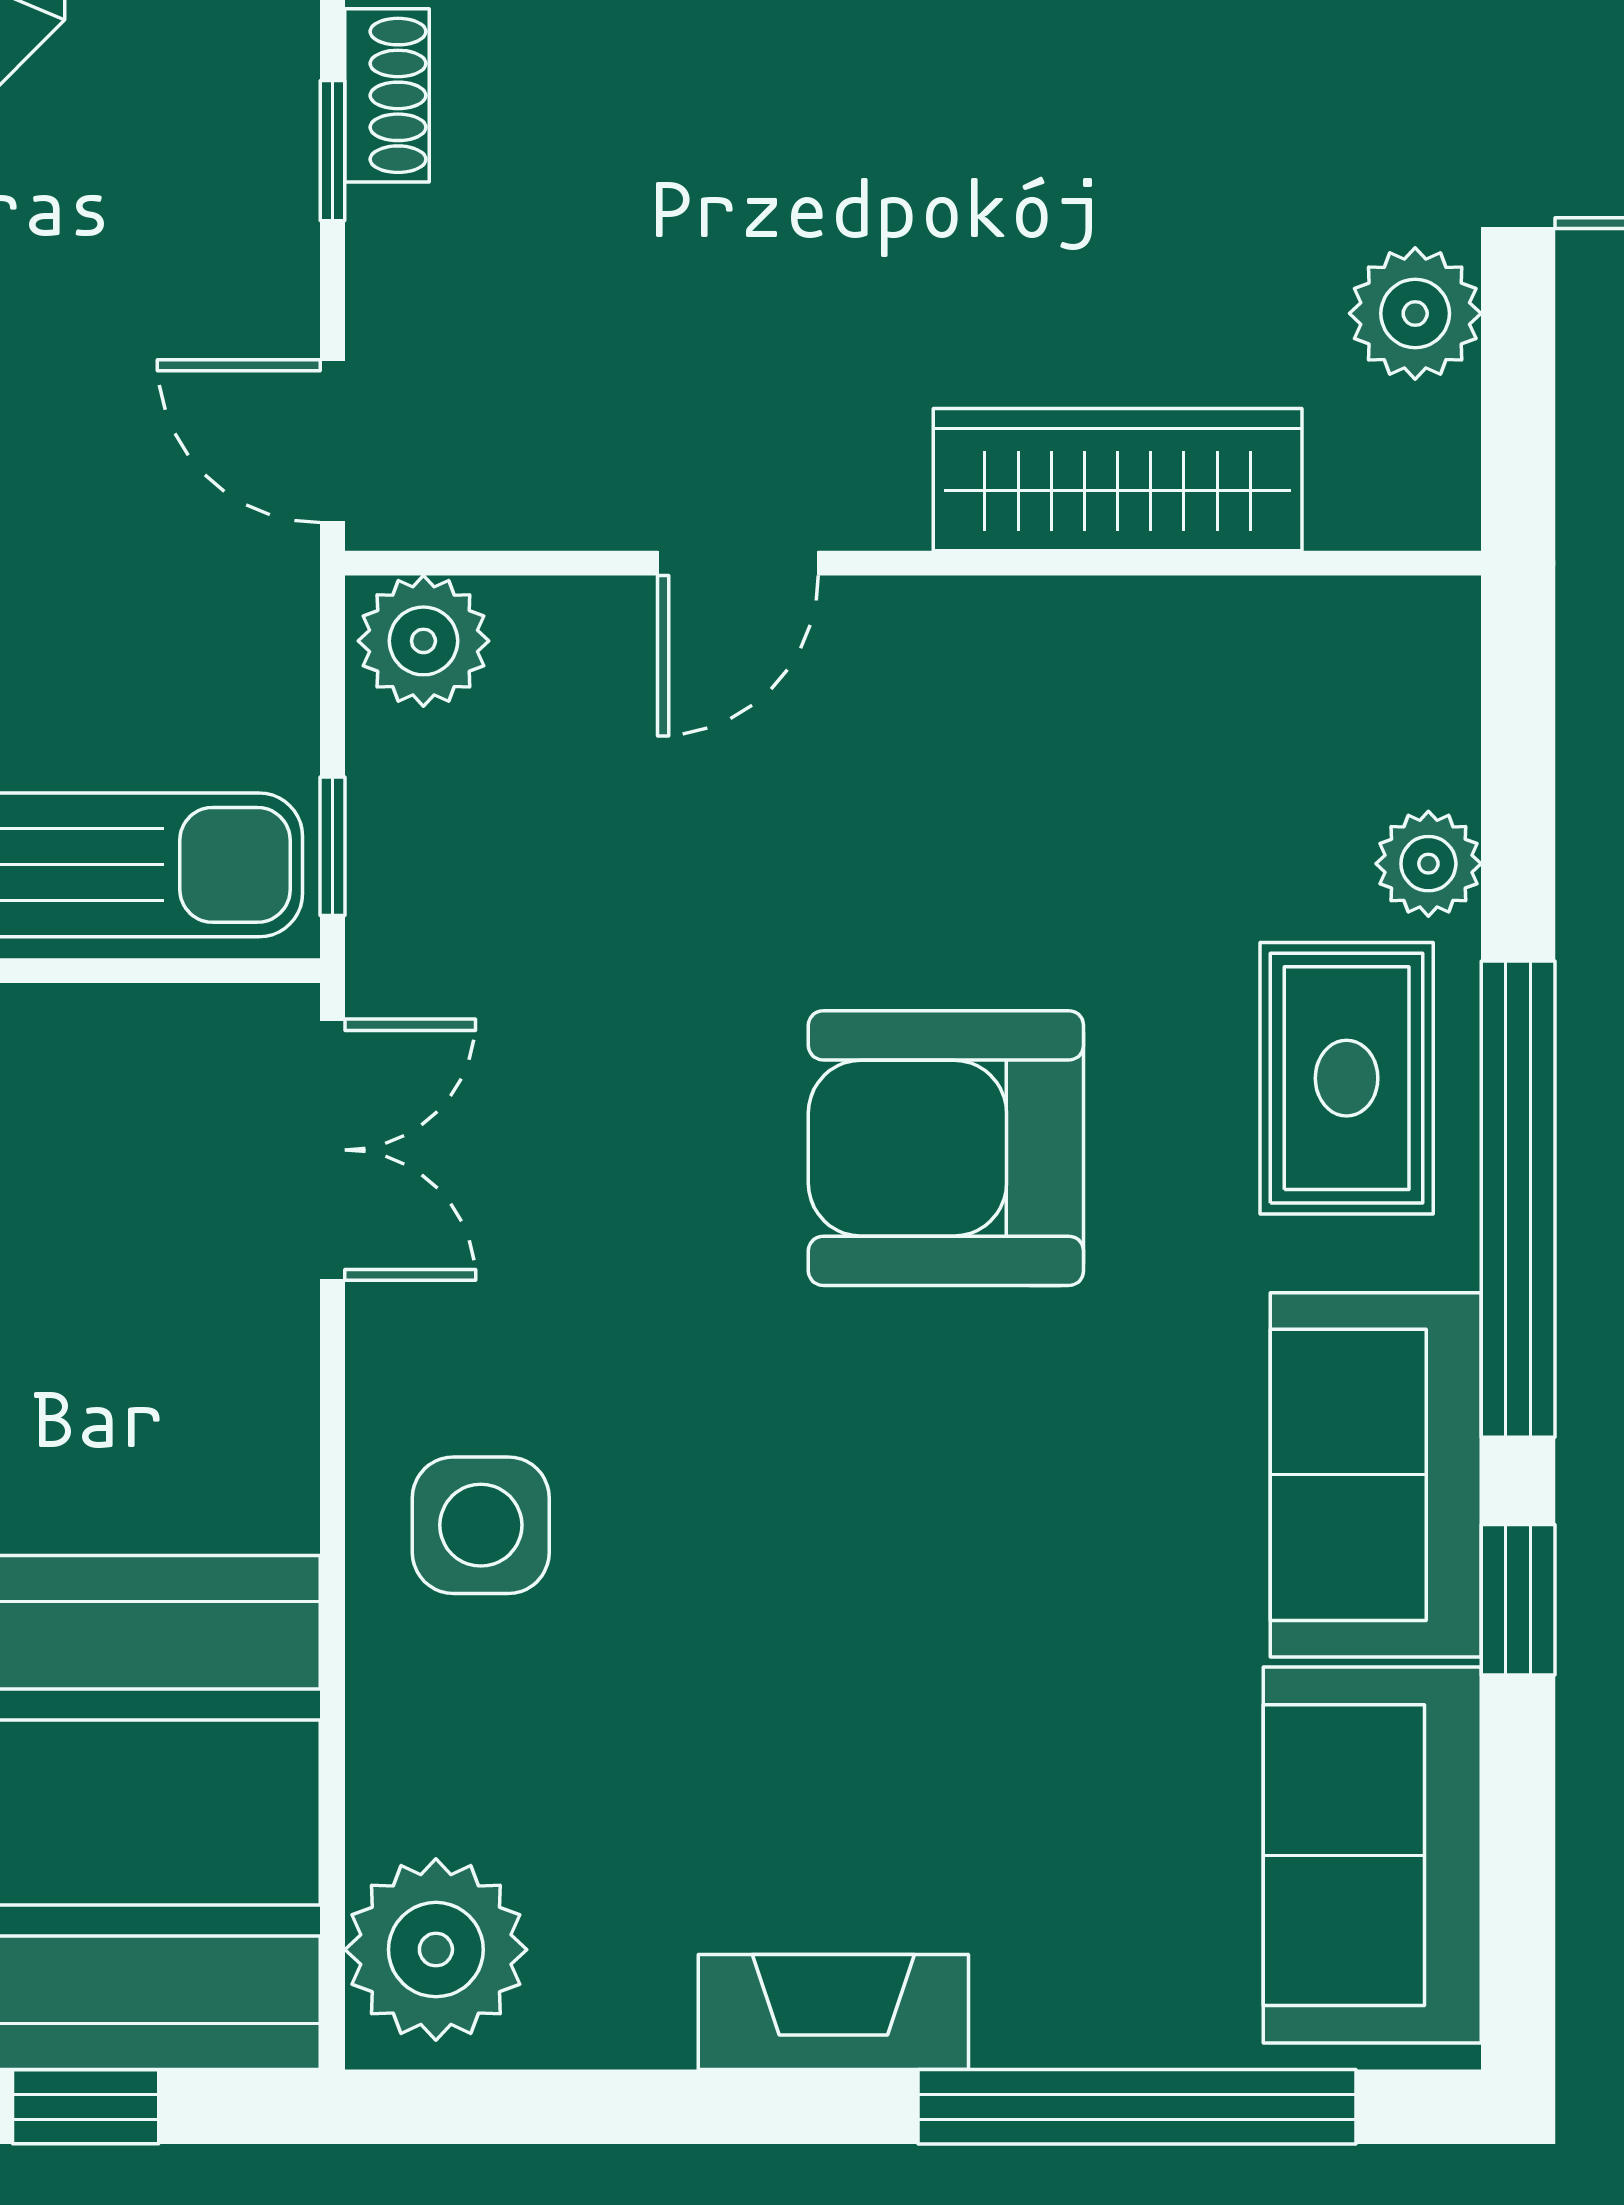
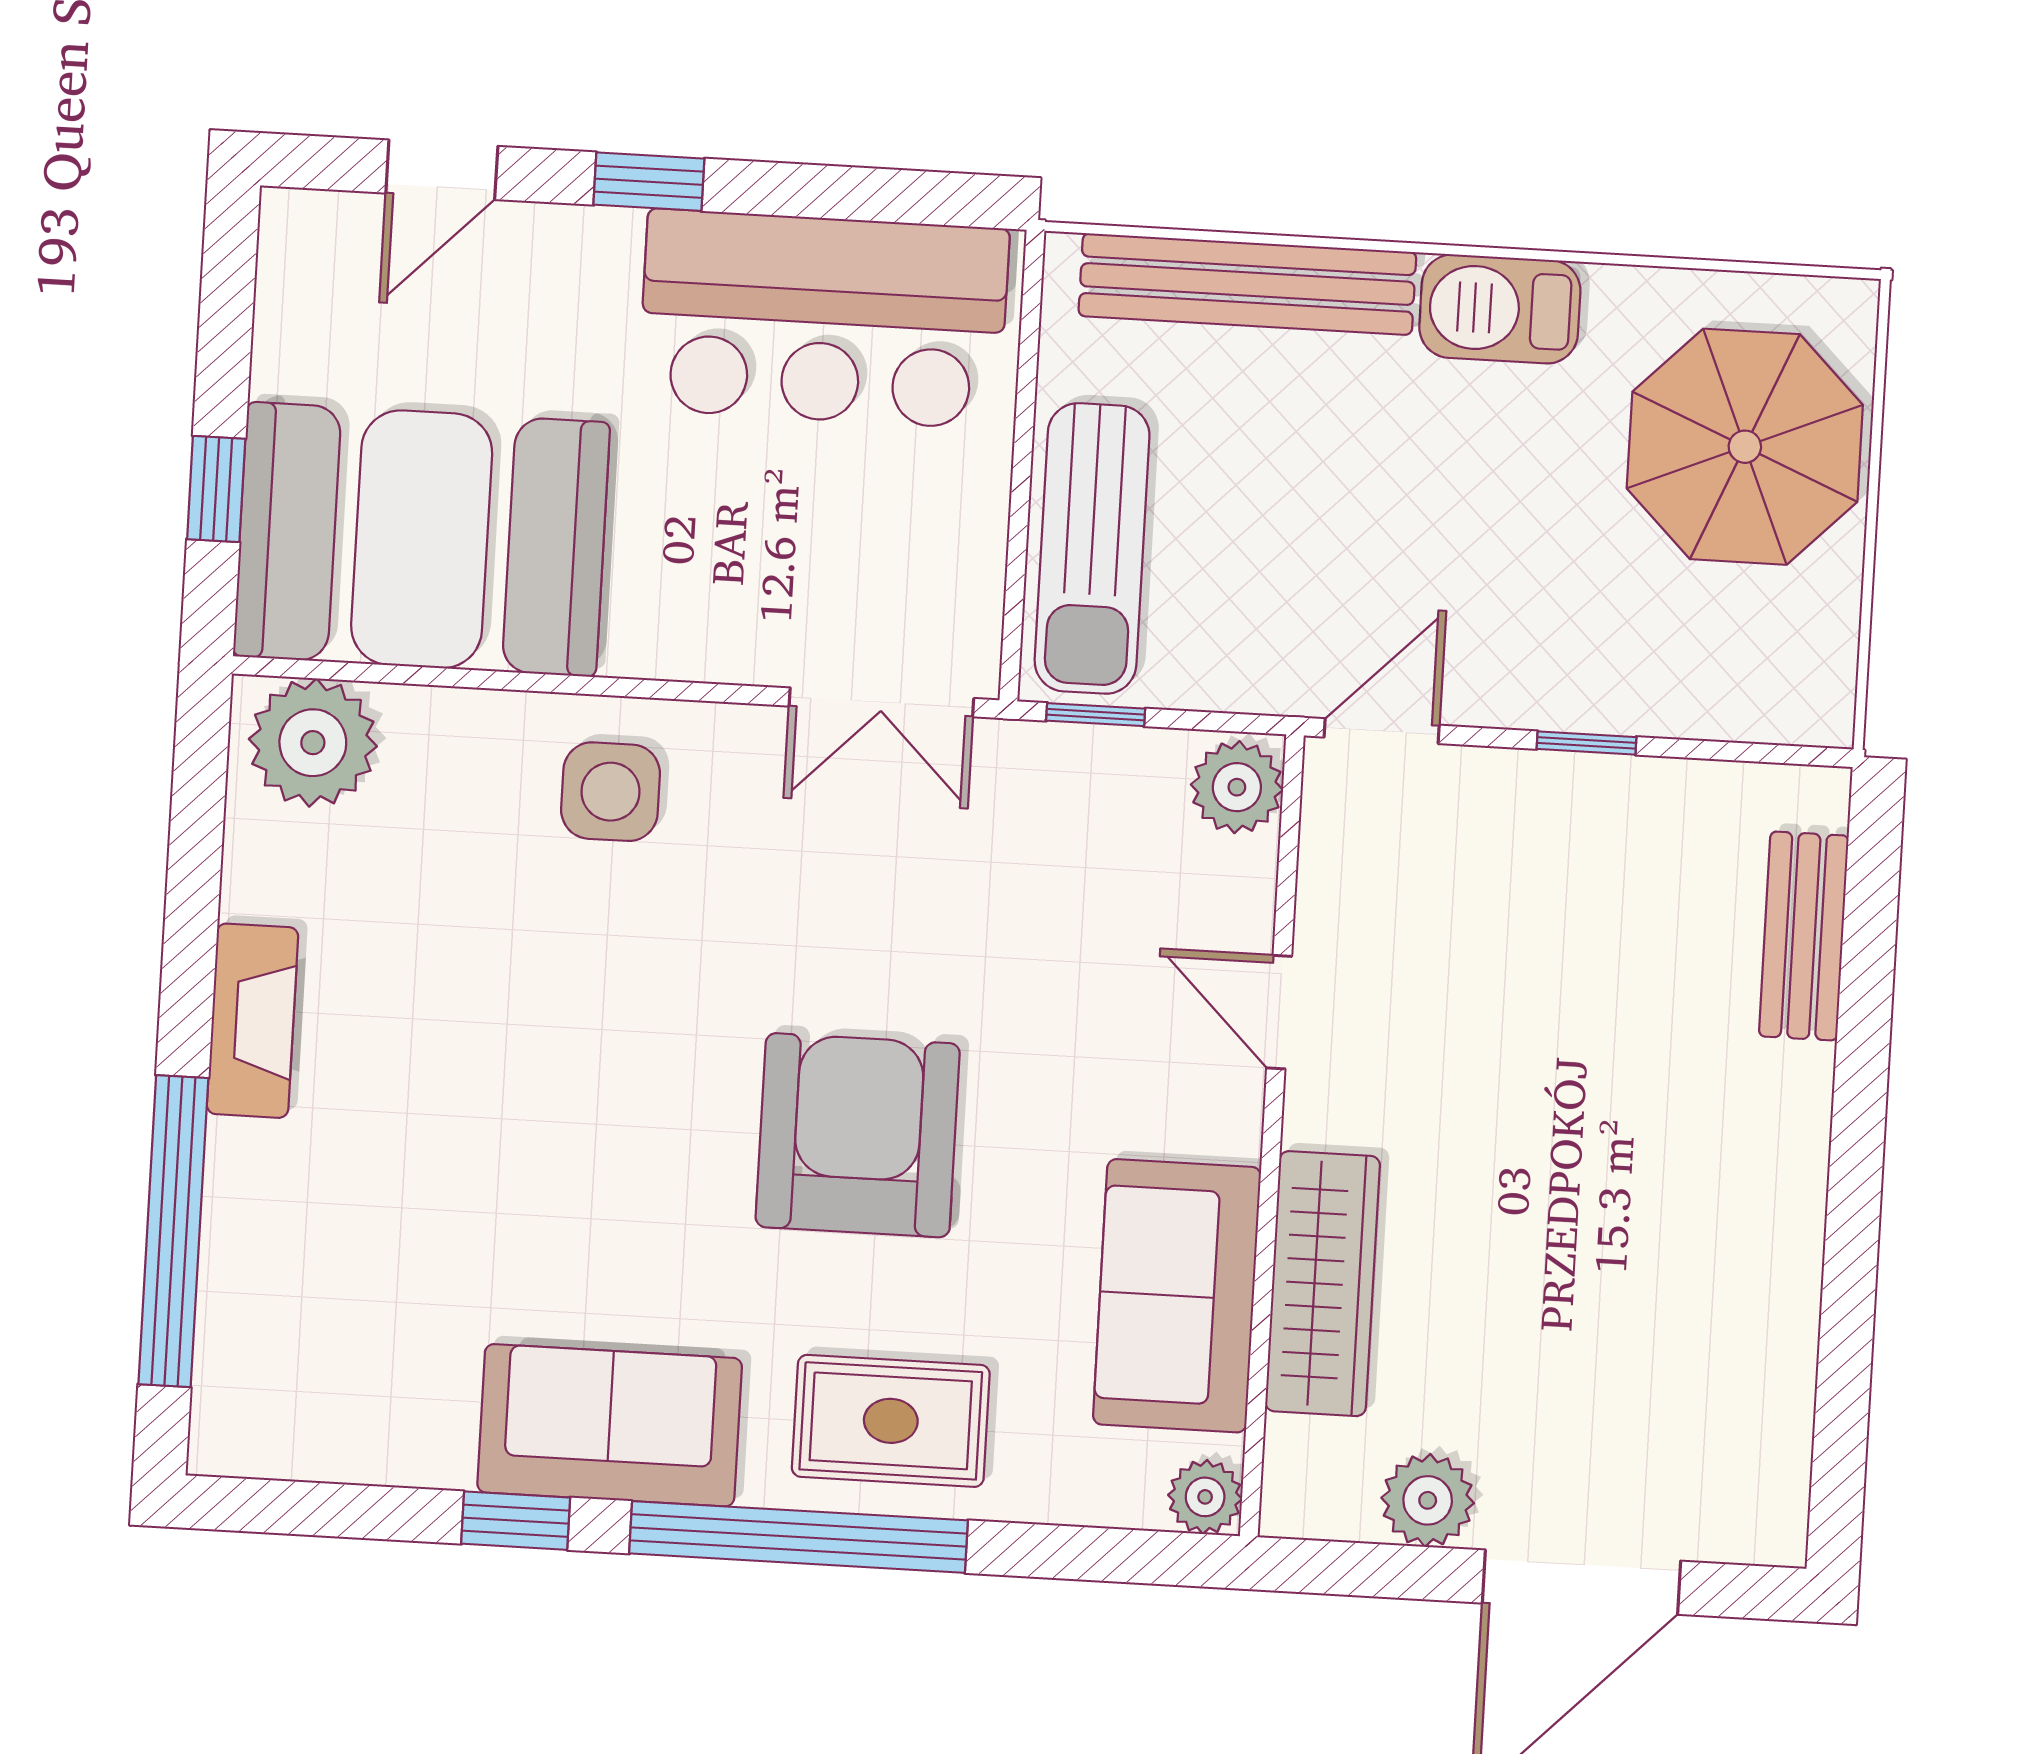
shoe rack: (387, 95) -> (1623, 784), removed
plant: (1428, 864) -> (1205, 1497), moved
sofa: (1372, 1855) -> (1177, 1296), moved, turned -90

